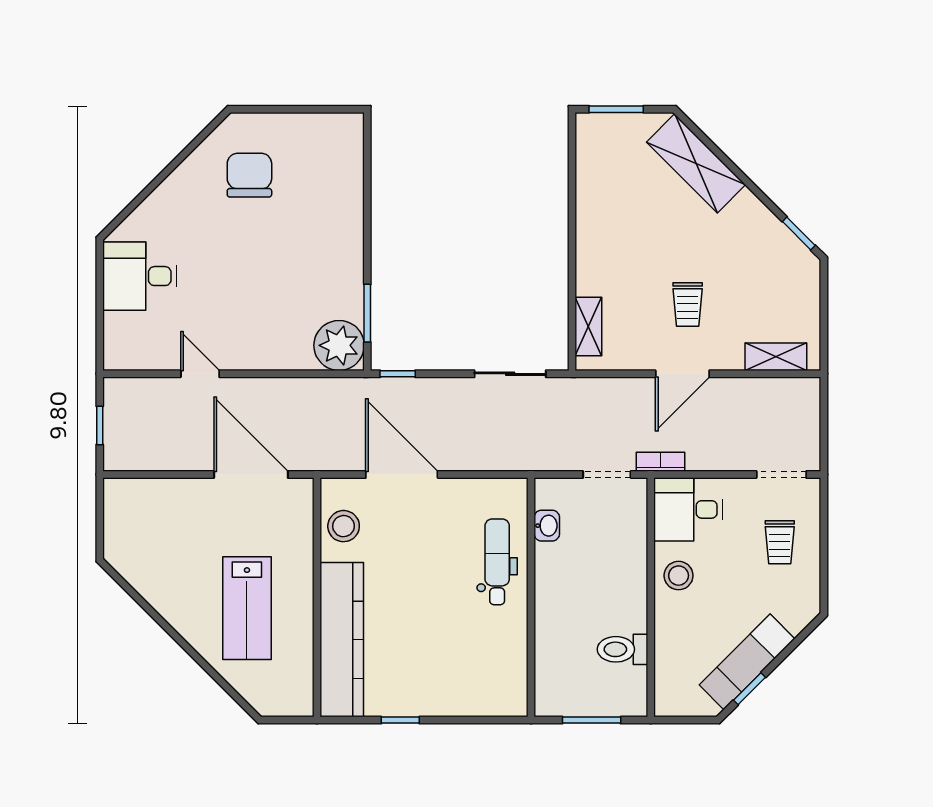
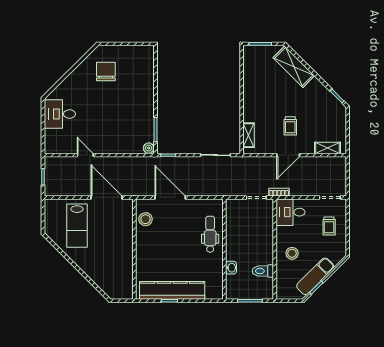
plant: (339, 345) -> (149, 148), width x0.53, depth x0.53
washbasin: (547, 526) -> (231, 268), moved
stool: (679, 576) -> (292, 253), moved
lab bench: (247, 608) -> (77, 226), moved
kitchen counter: (342, 640) -> (172, 290), moved, turned -90

